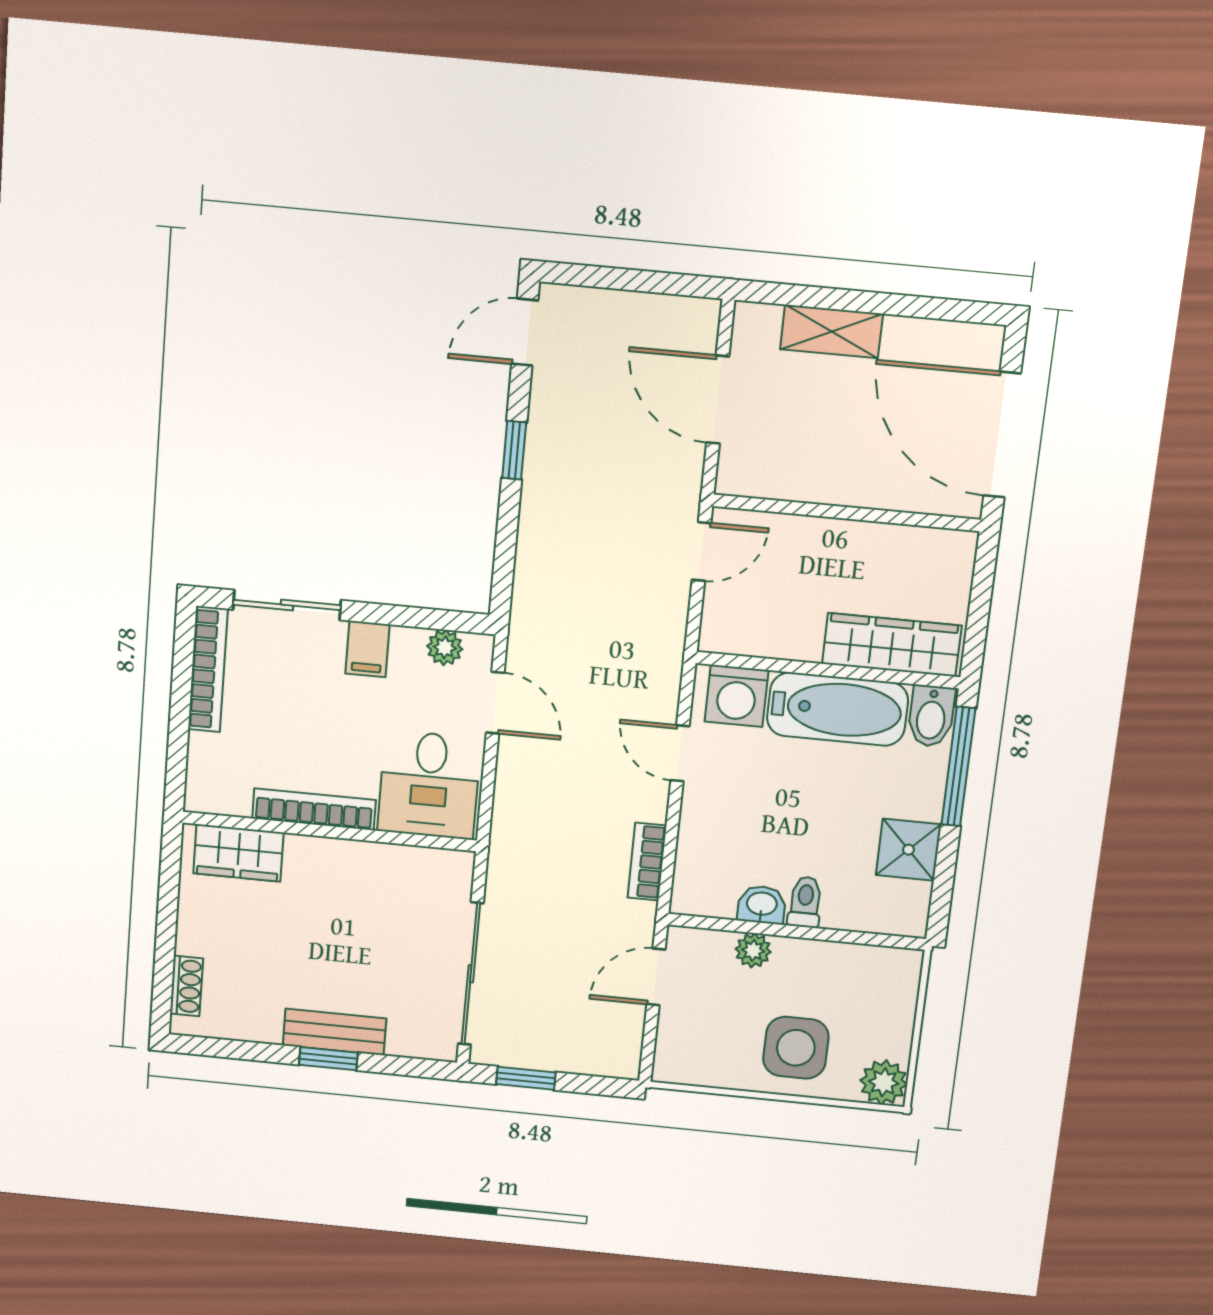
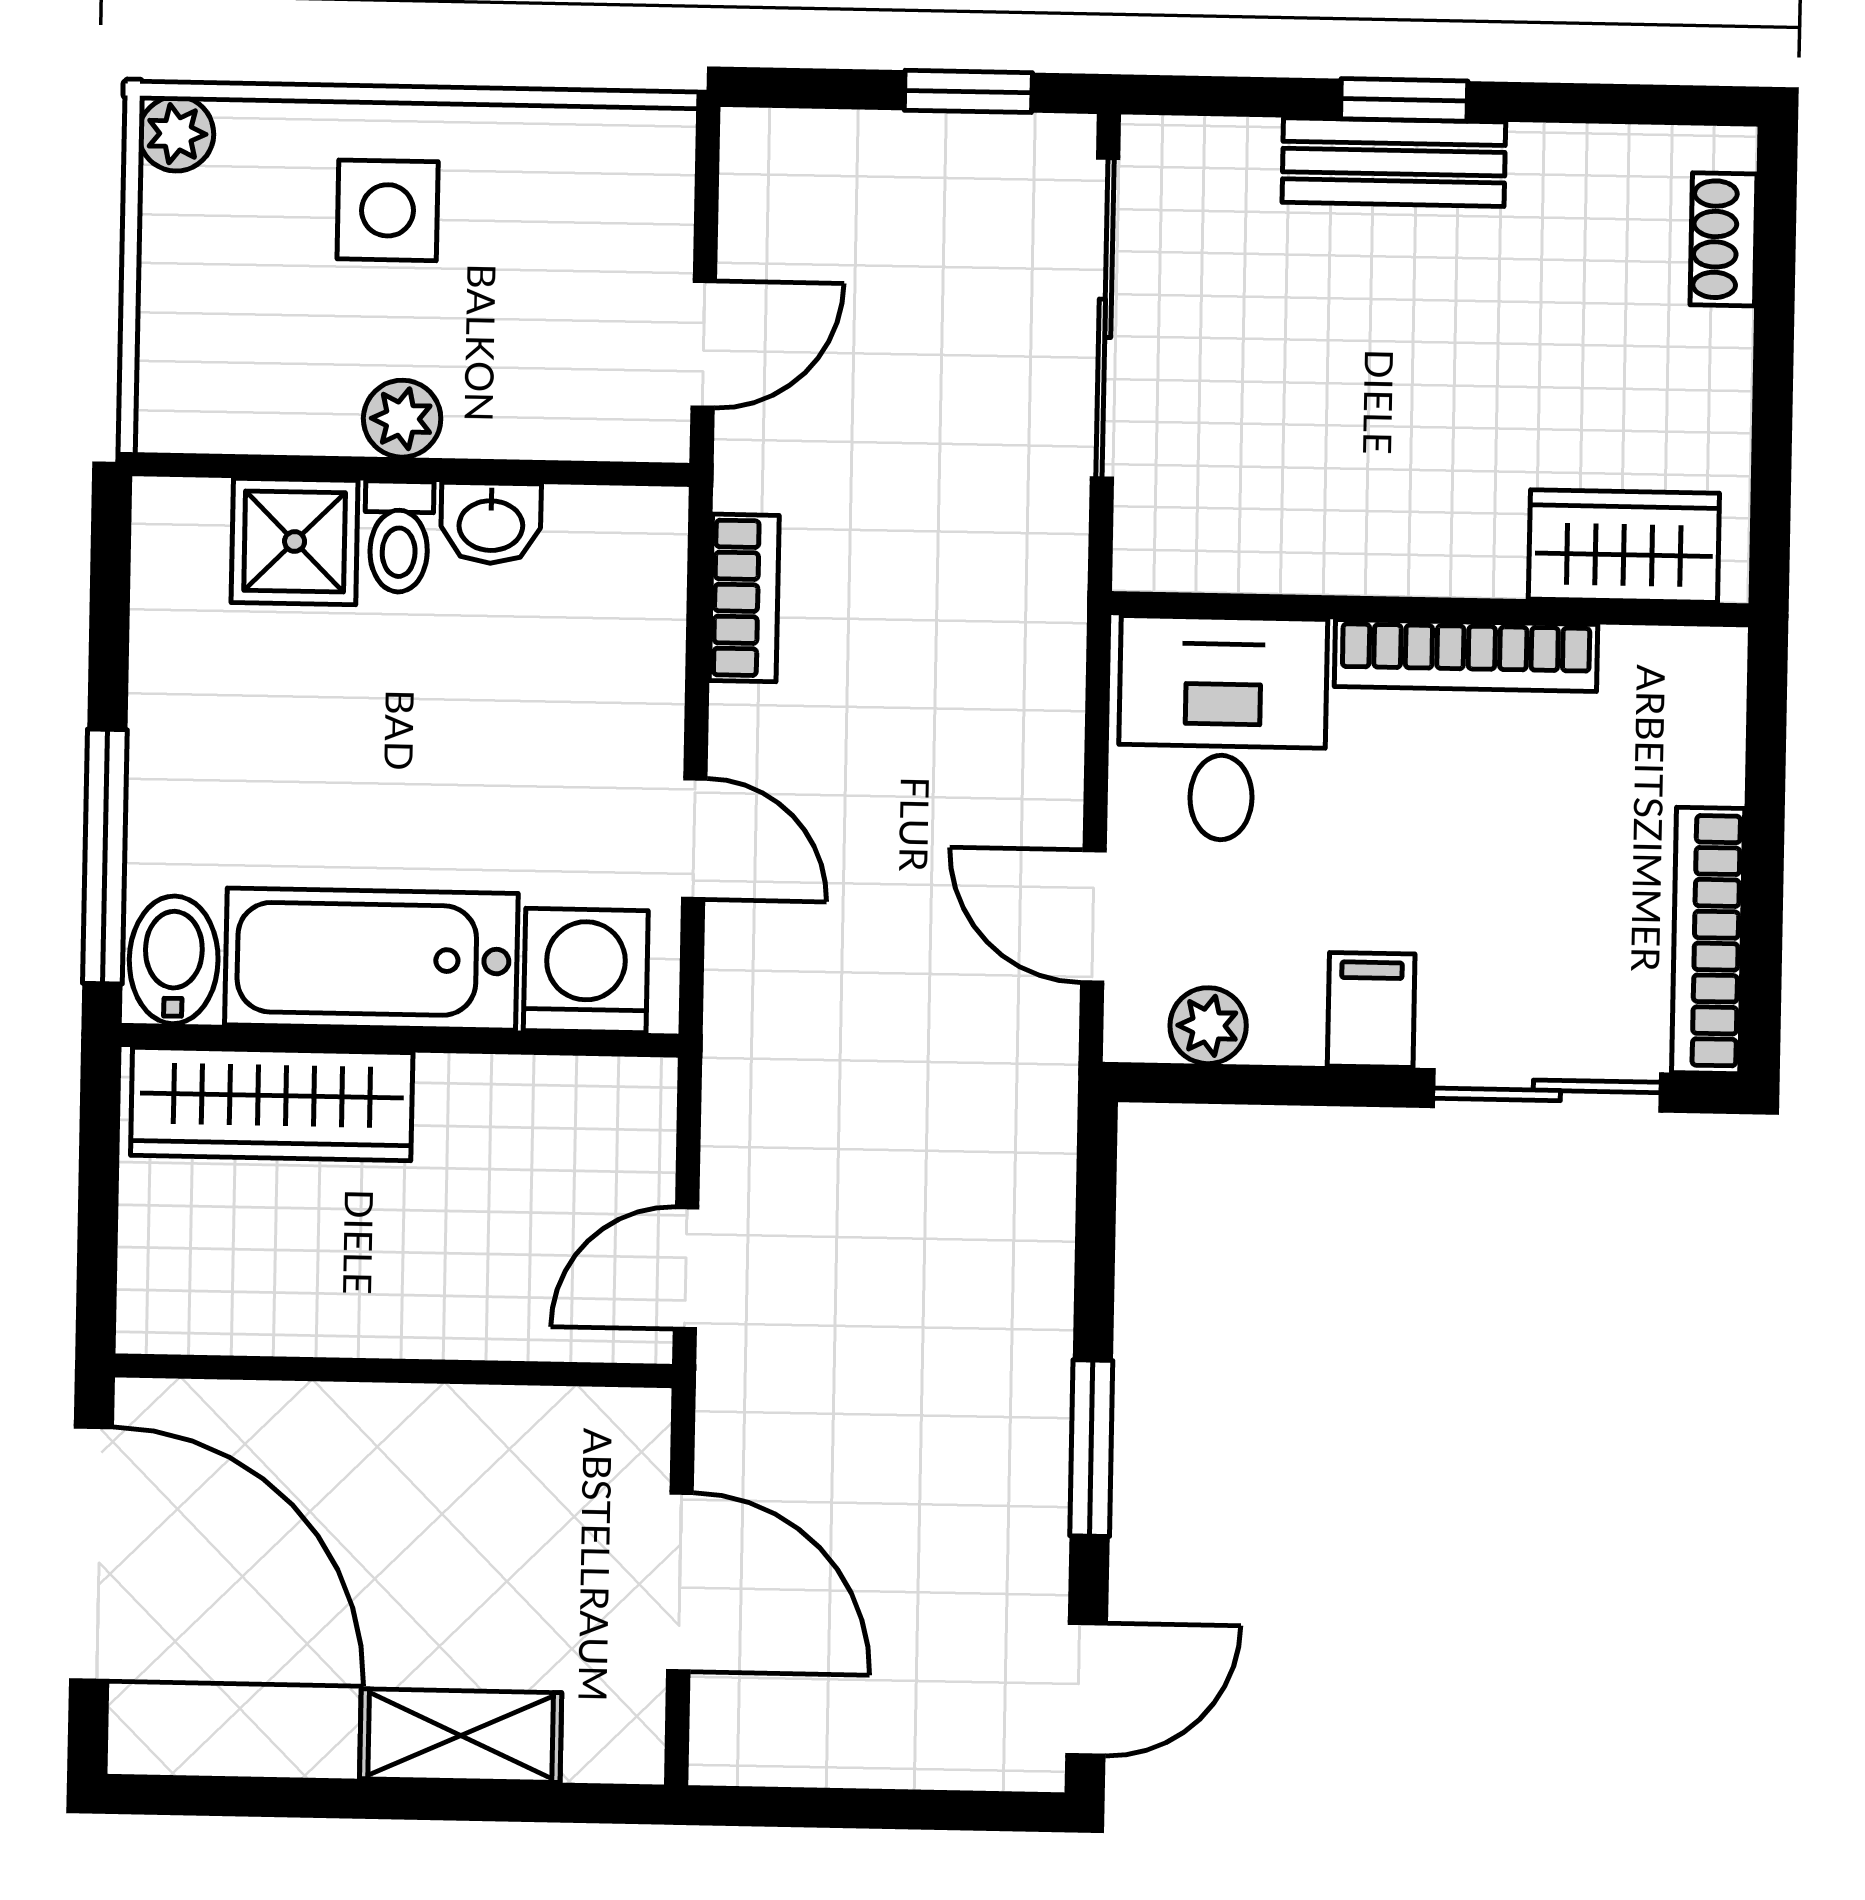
window: (514, 450) -> (1091, 1448), width x1.50
shower: (909, 850) -> (295, 542), moved
plant: (753, 950) -> (402, 419), moved
side table: (796, 1048) -> (388, 210), width x0.73, depth x0.73
plant: (884, 1082) -> (176, 134), width x0.73, depth x0.73

